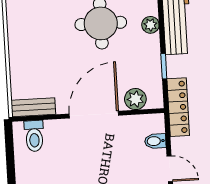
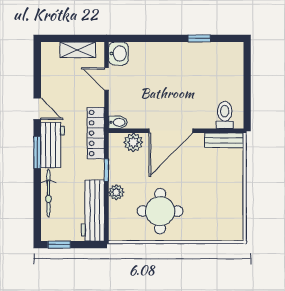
plant: (150, 25) -> (116, 192), moved
bidet: (155, 141) -> (118, 122), moved

